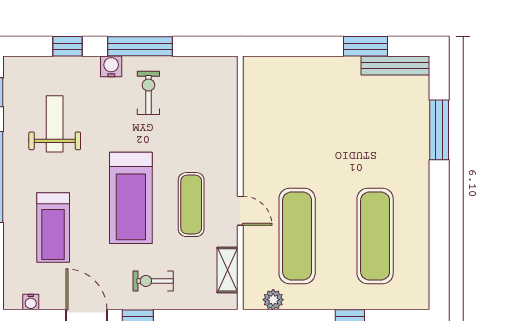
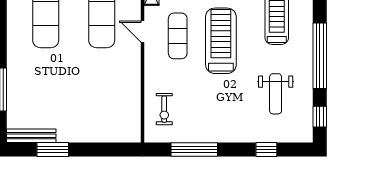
window: (140, 46) -> (194, 149), moved
water cooler: (111, 66) -> (235, 135), removed
exercise bike: (148, 93) -> (164, 109), moved

